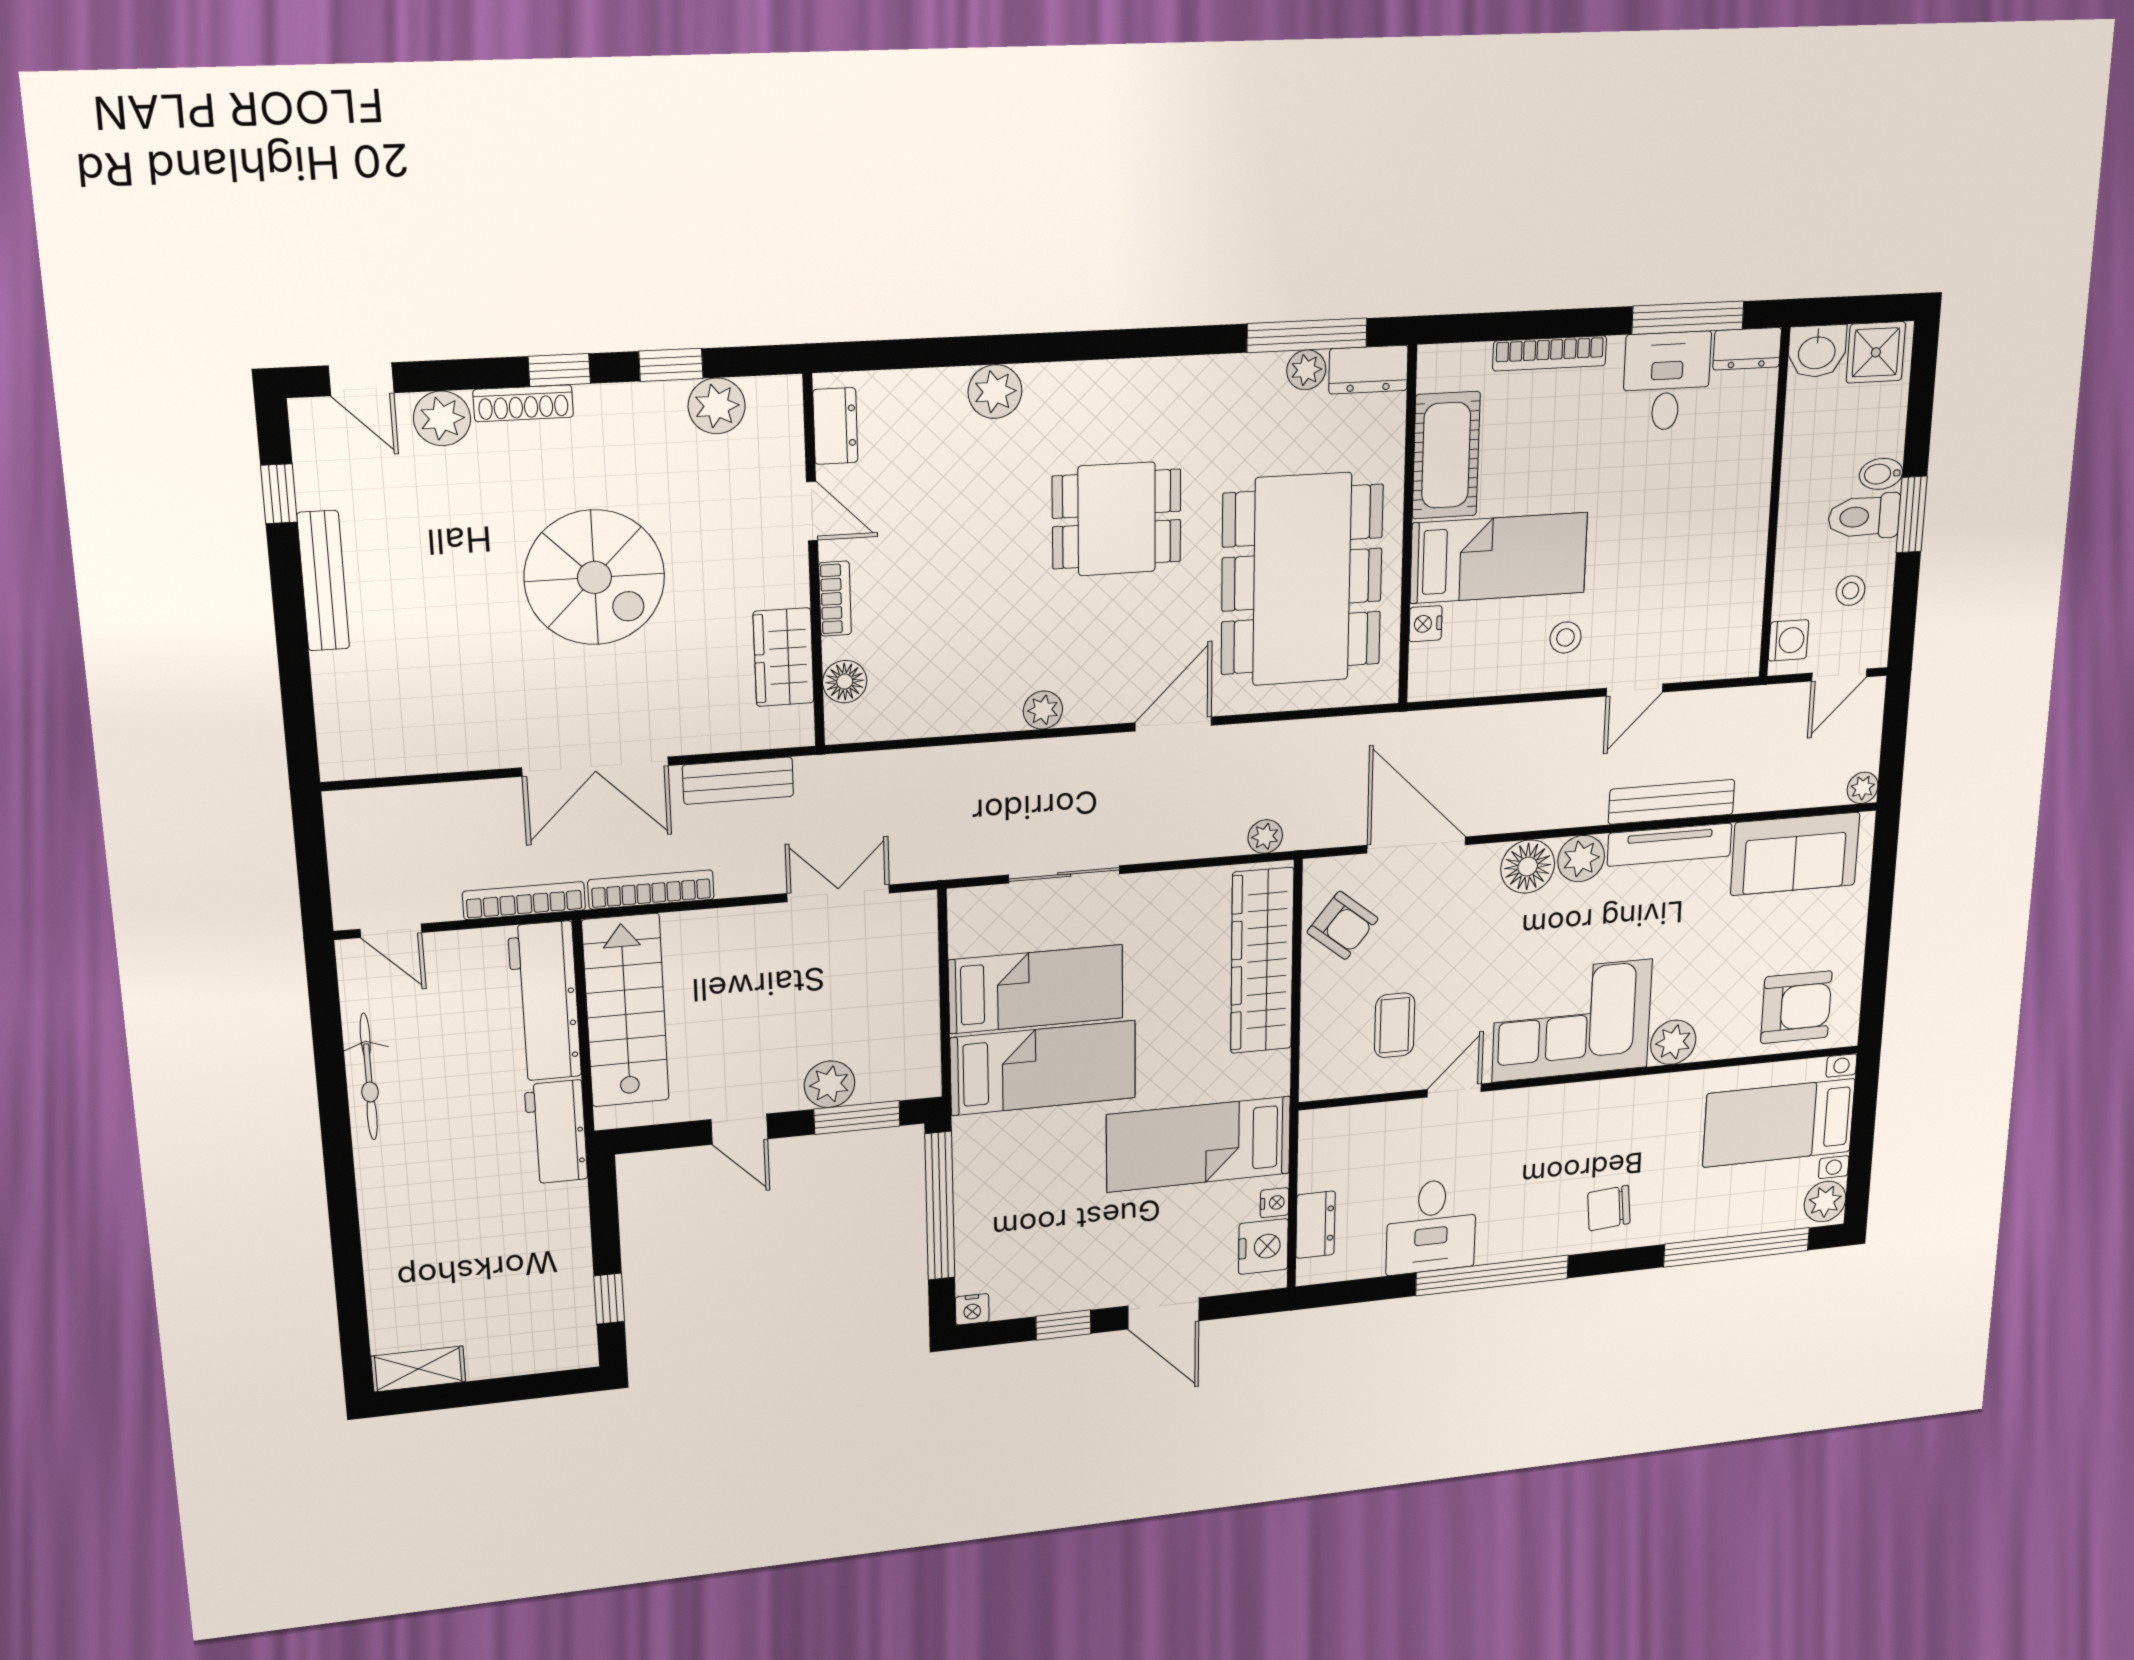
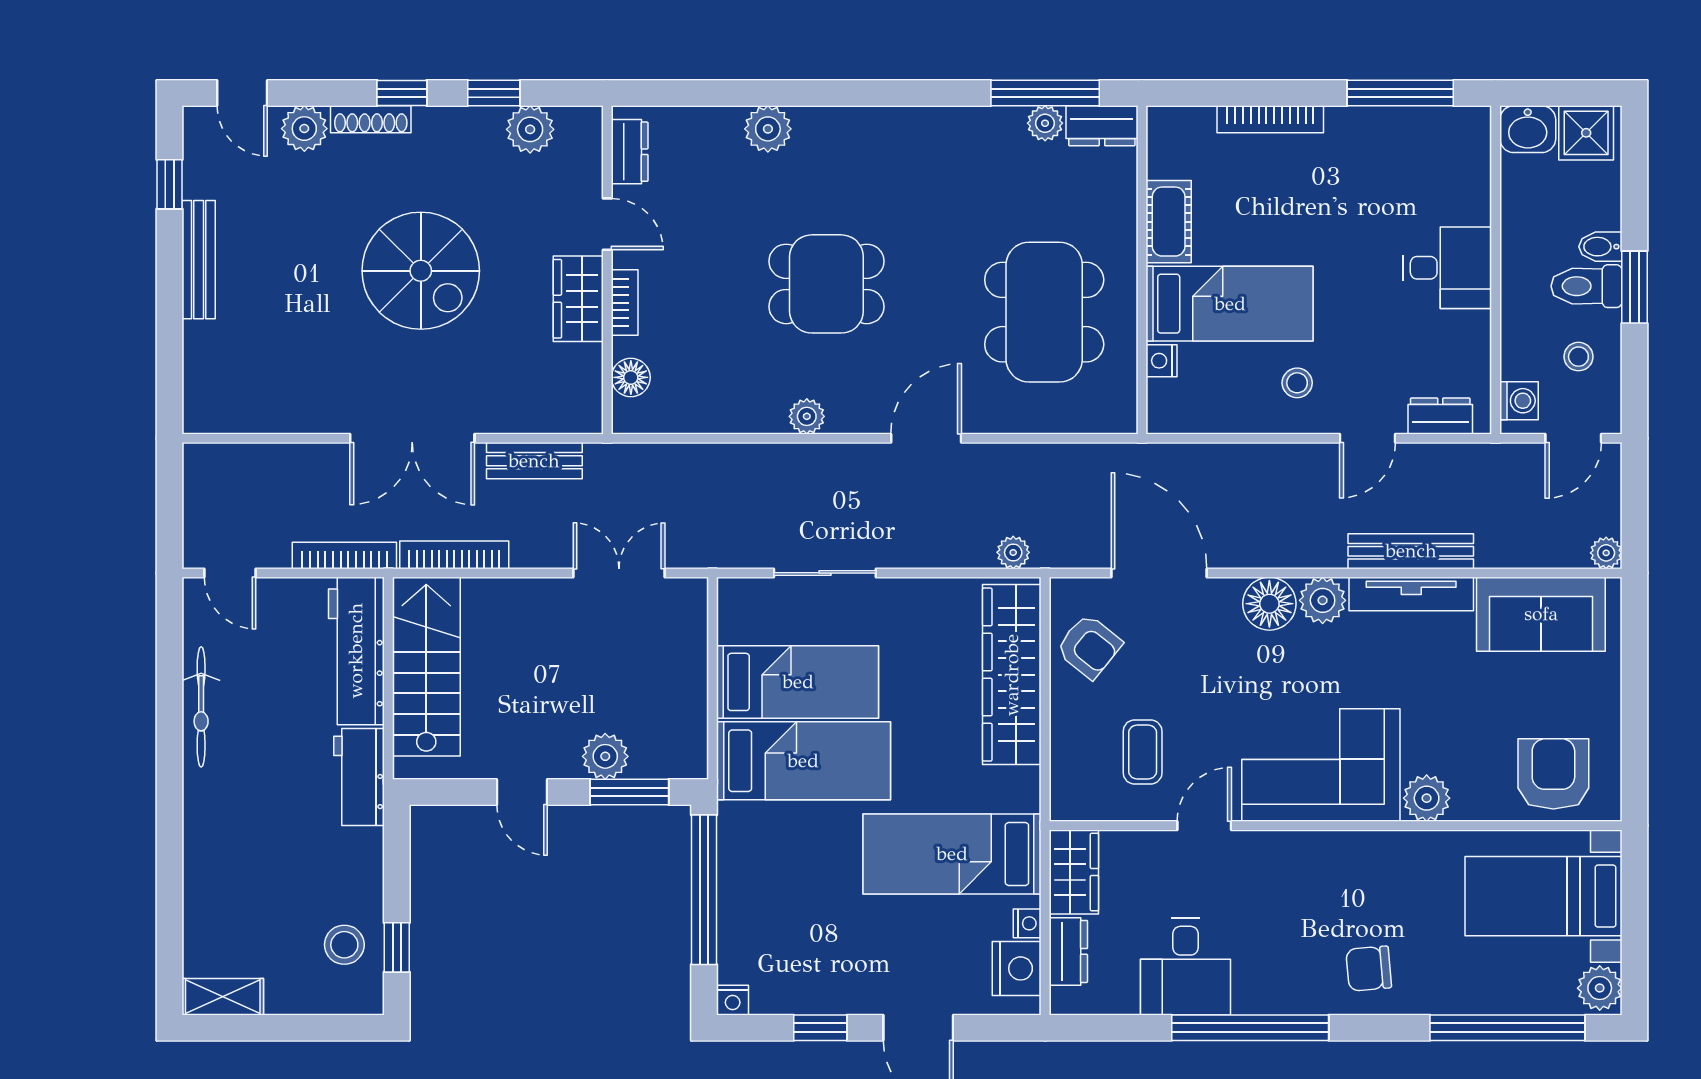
dresser: (1747, 349) -> (1440, 416), moved, turned 180
desk: (1667, 381) -> (1447, 268), moved, turned 90
cot: (1446, 455) -> (1169, 222), width x0.73, depth x0.75
dining table: (1117, 519) -> (826, 284), moved
dining table: (1302, 580) -> (1044, 312), width x0.73, depth x0.80
wardrobe: (784, 657) -> (578, 299), moved
armchair: (1796, 1007) -> (1553, 774), turned -90
wardrobe: (1322, 1149) -> (1074, 872), added
stool: (551, 1302) -> (344, 945), added

